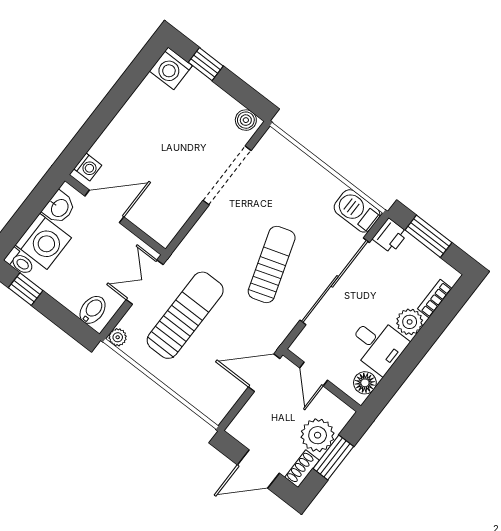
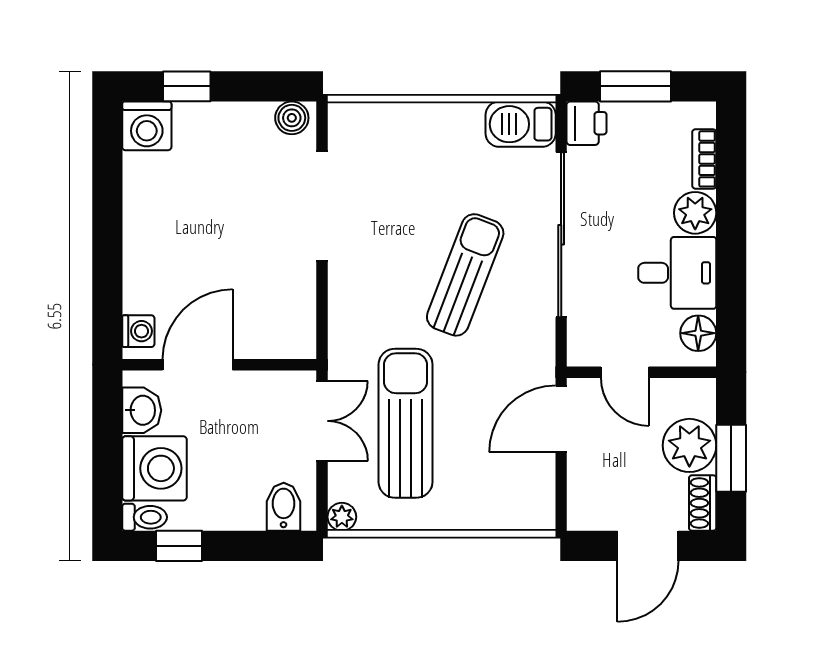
sun lounger: (272, 264) -> (465, 275), turned 39
double door: (145, 282) -> (322, 421), swing flipped

